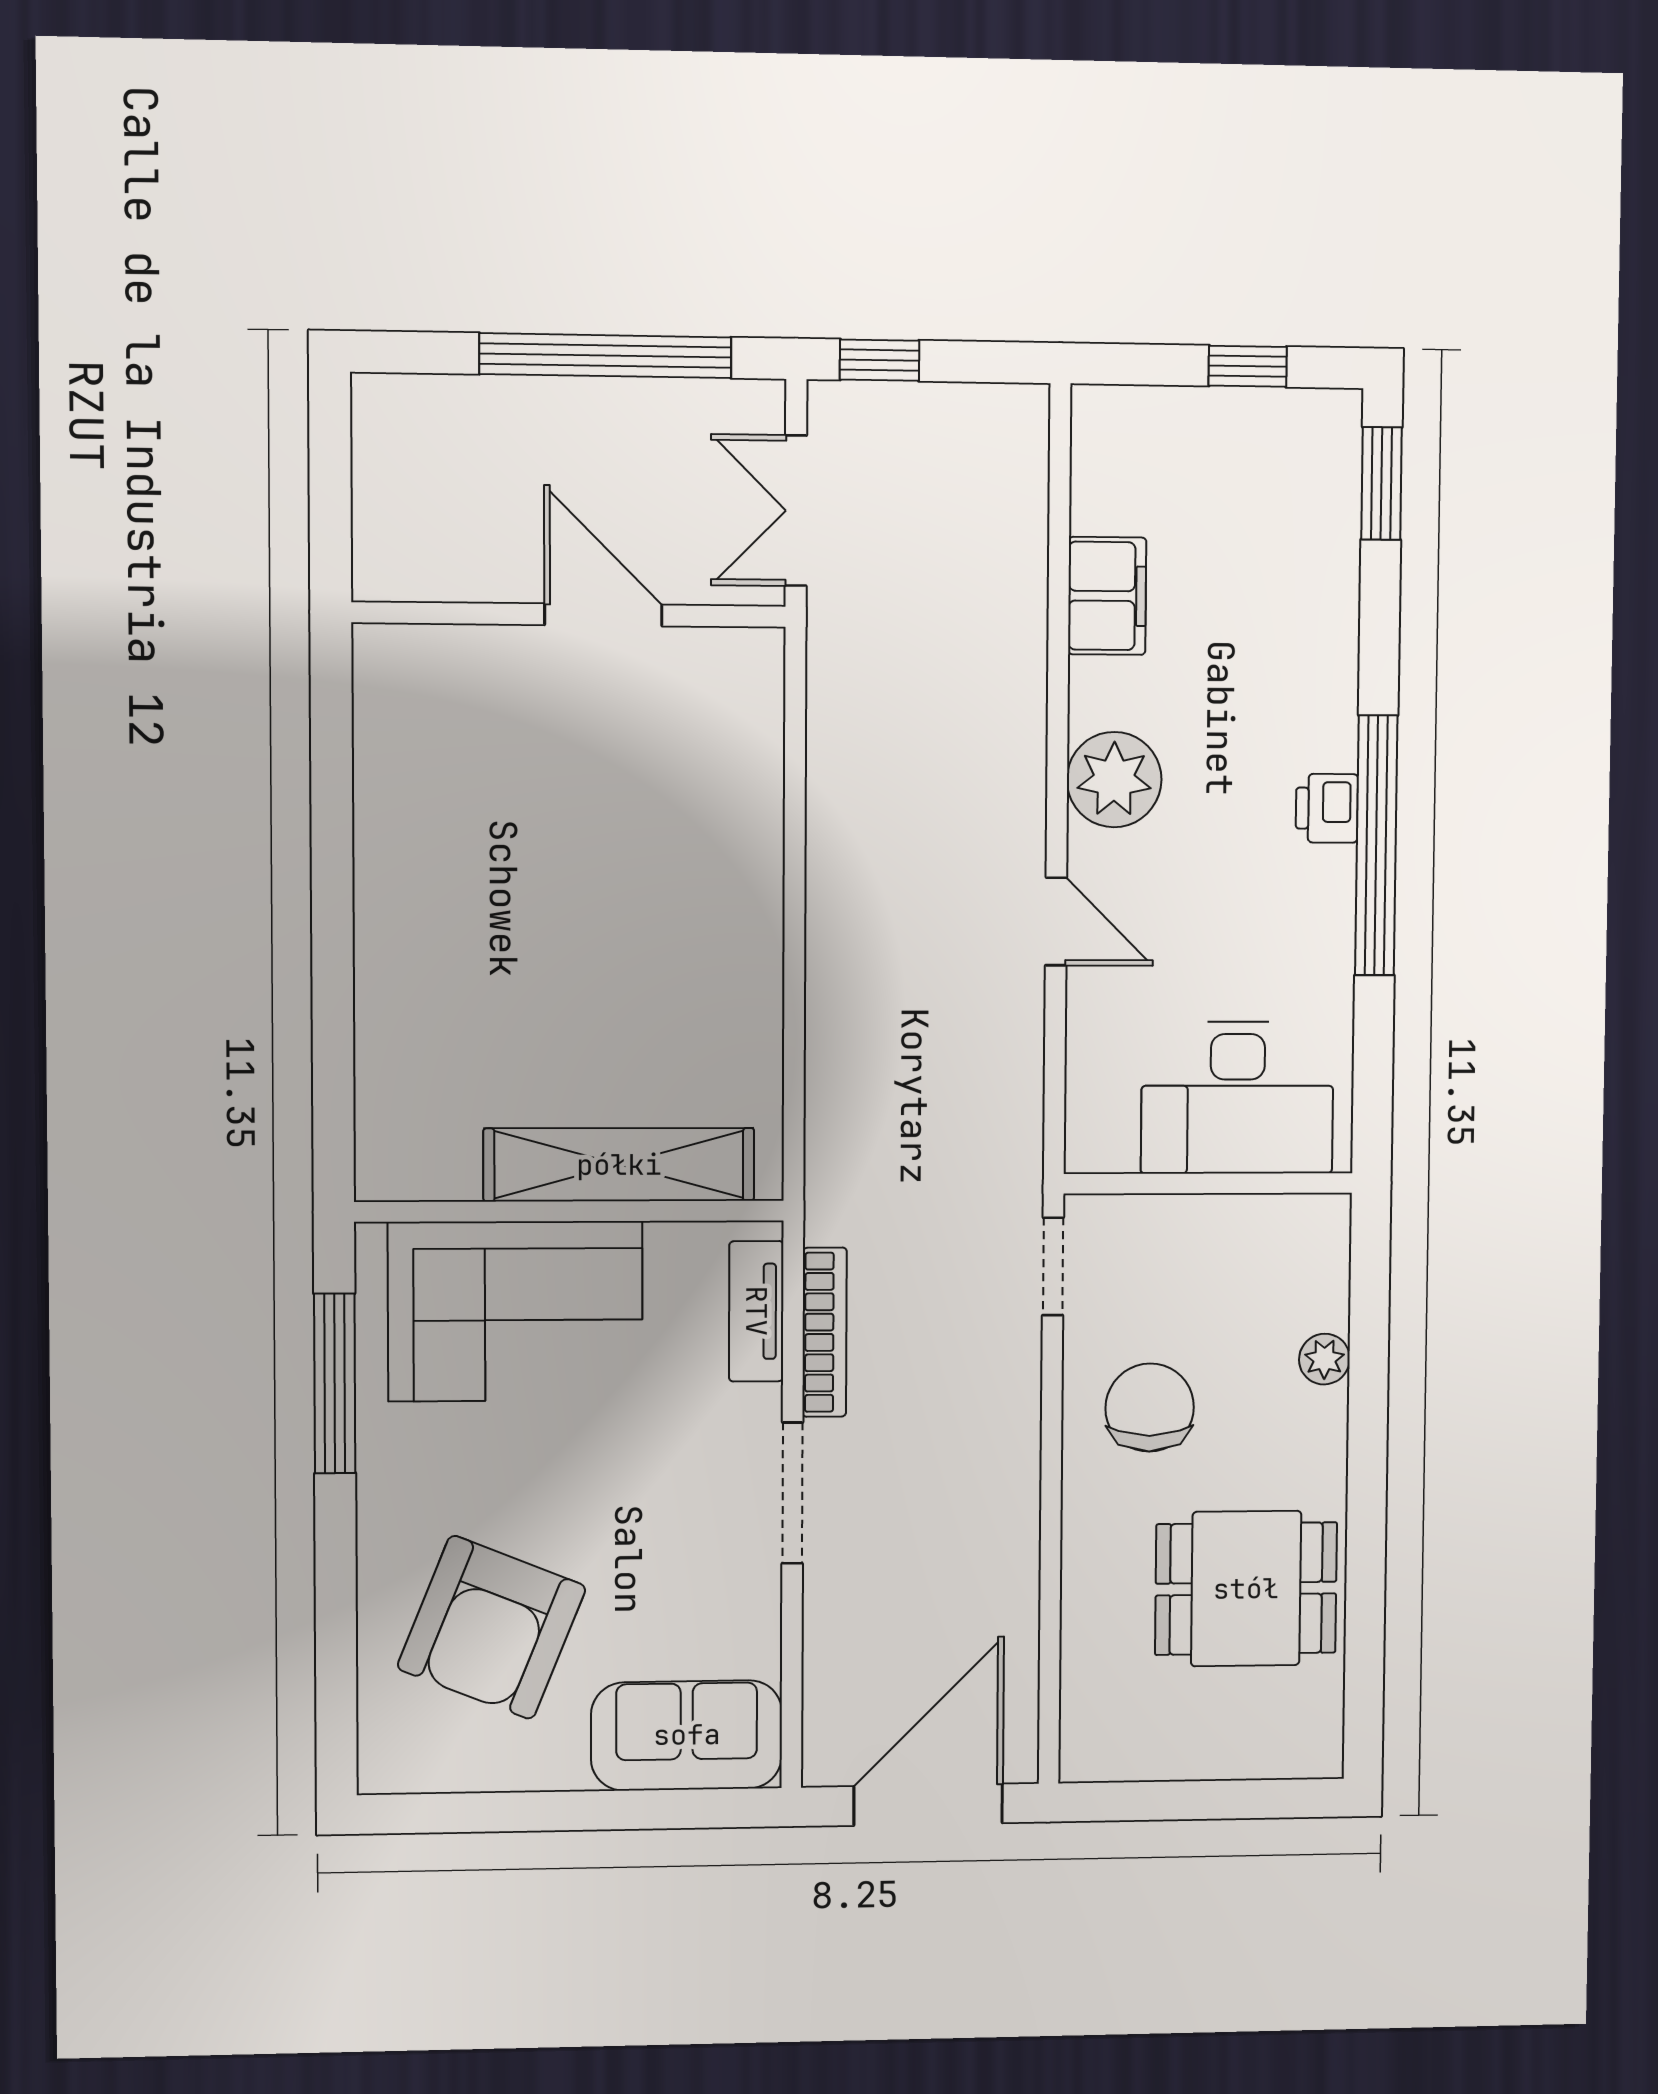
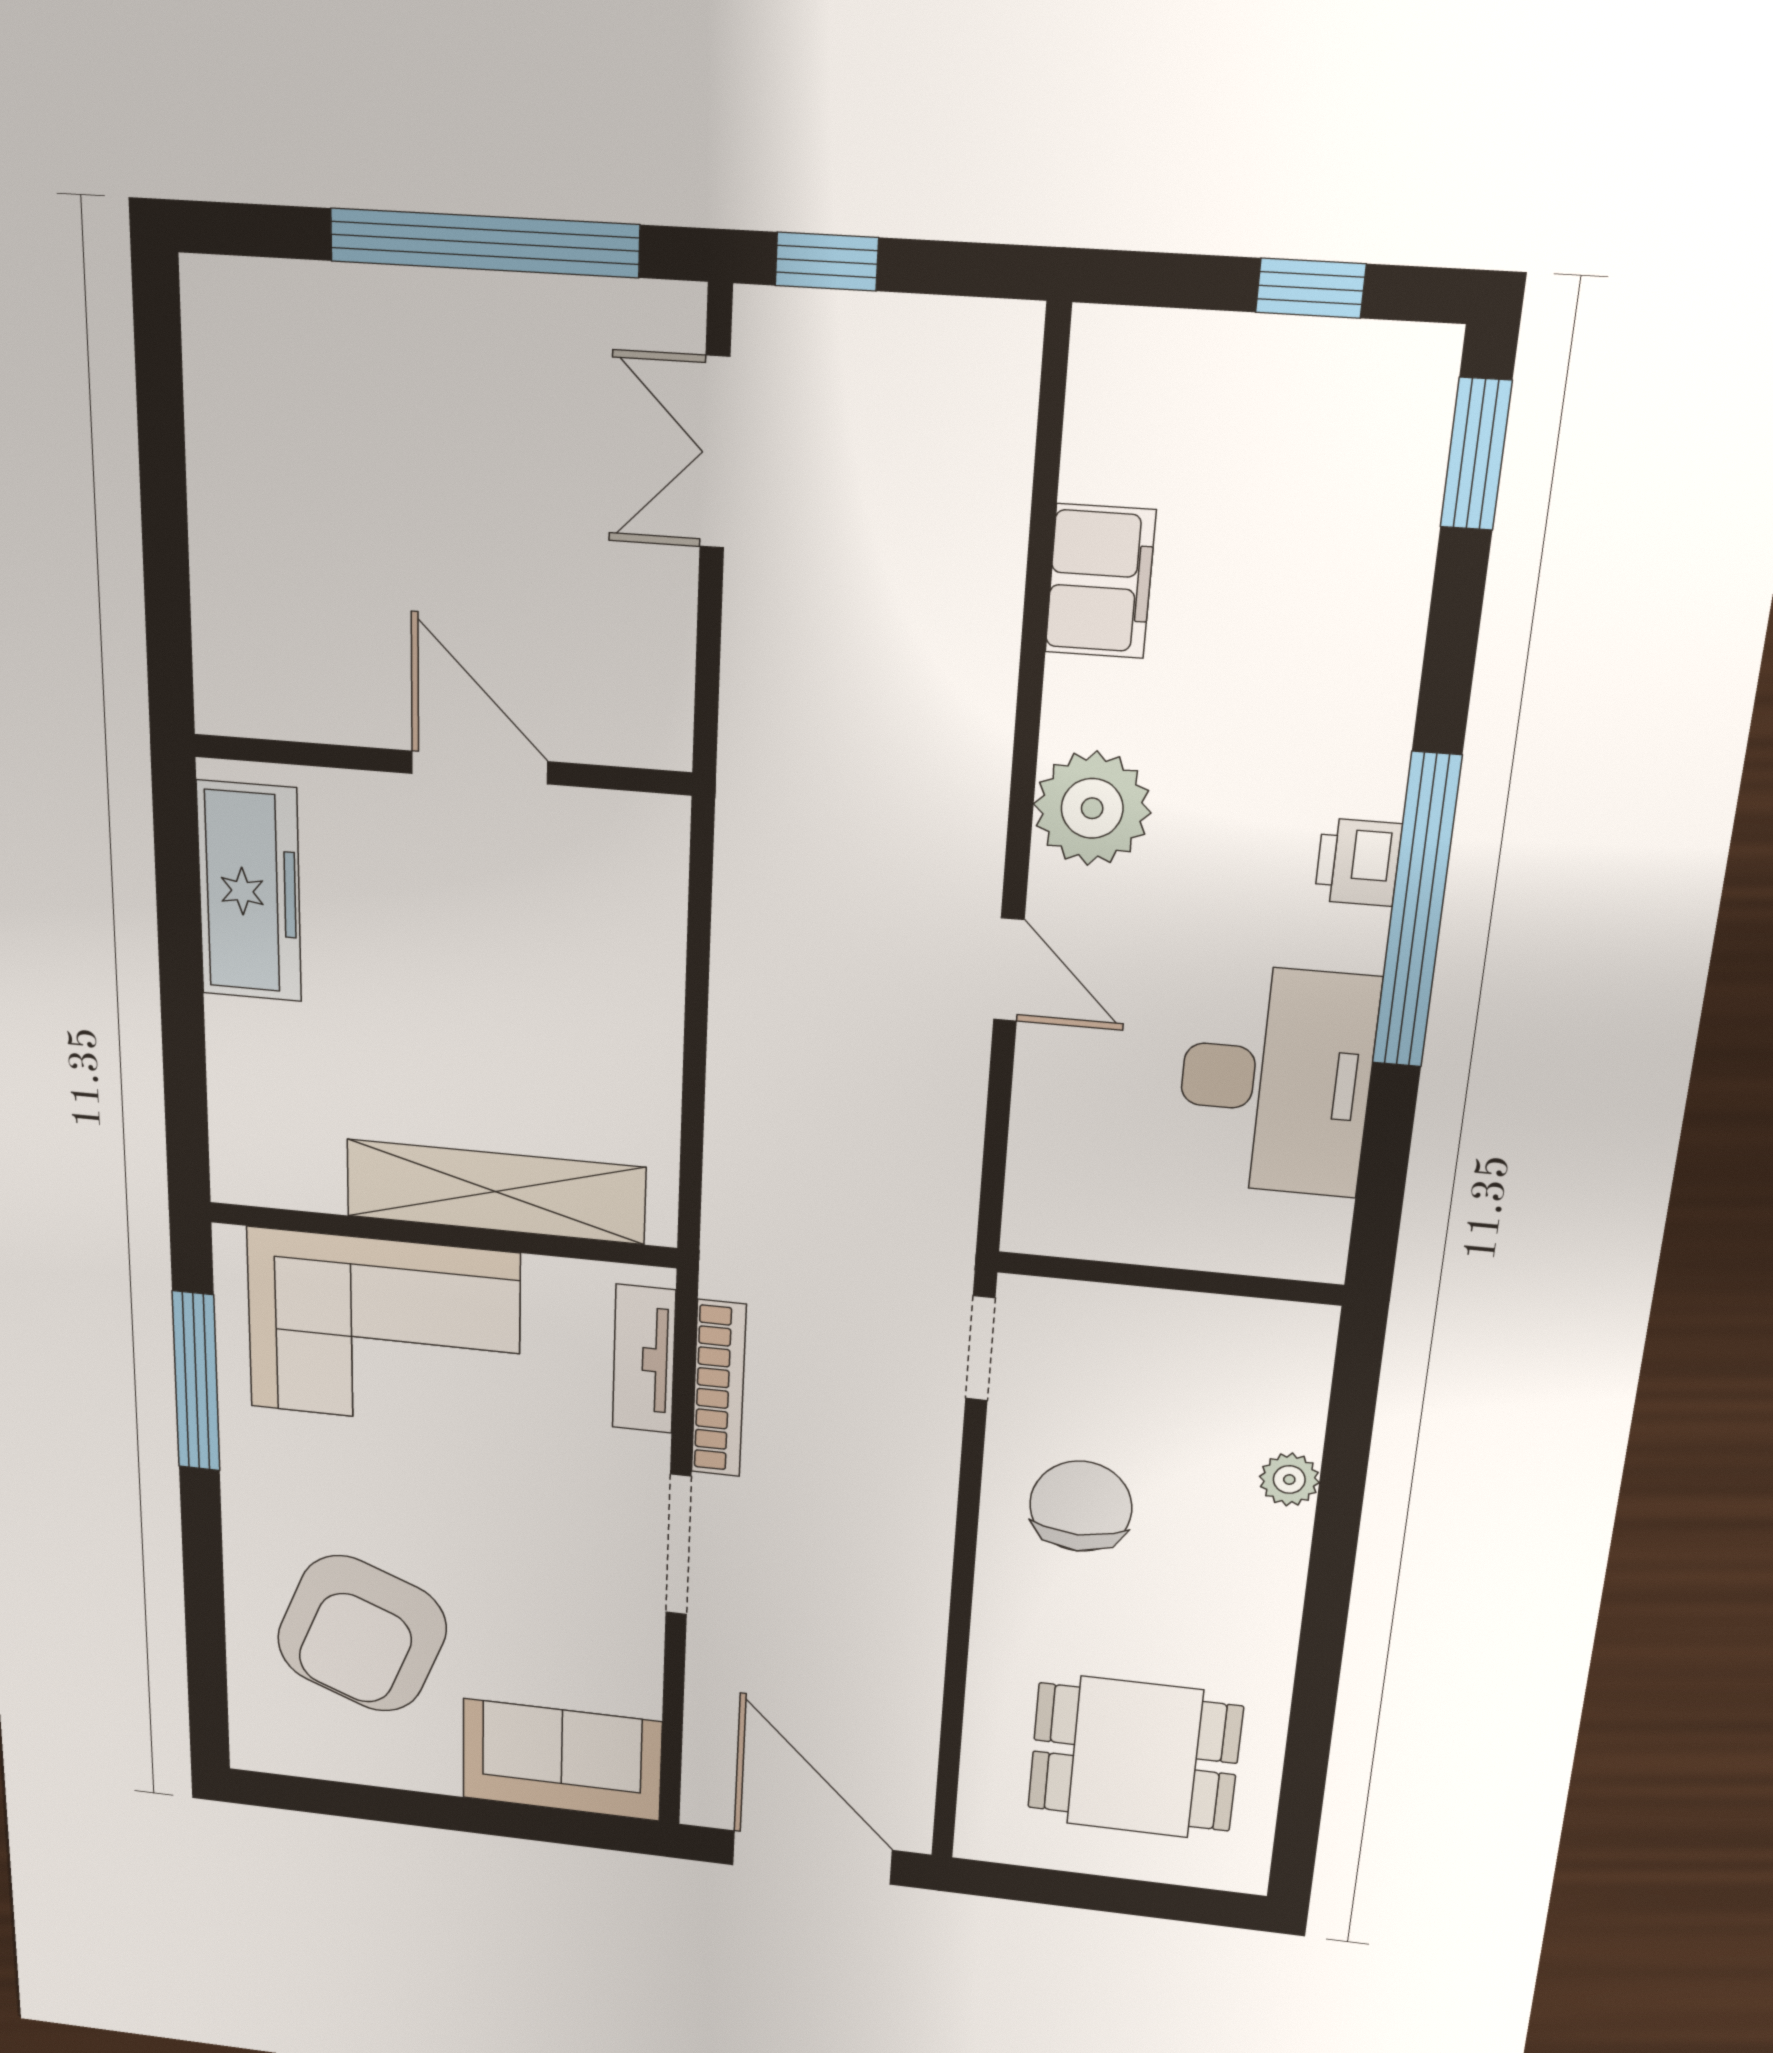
wall: (569, 615) -> (441, 764), moved
door: (603, 615) -> (480, 768), moved
freezer: (397, 907) -> (249, 892), added
desk: (1237, 1098) -> (1276, 1081), moved, turned -90
dining table: (1246, 1589) -> (1135, 1757), moved
door: (928, 1805) -> (812, 1858), hinge flipped

